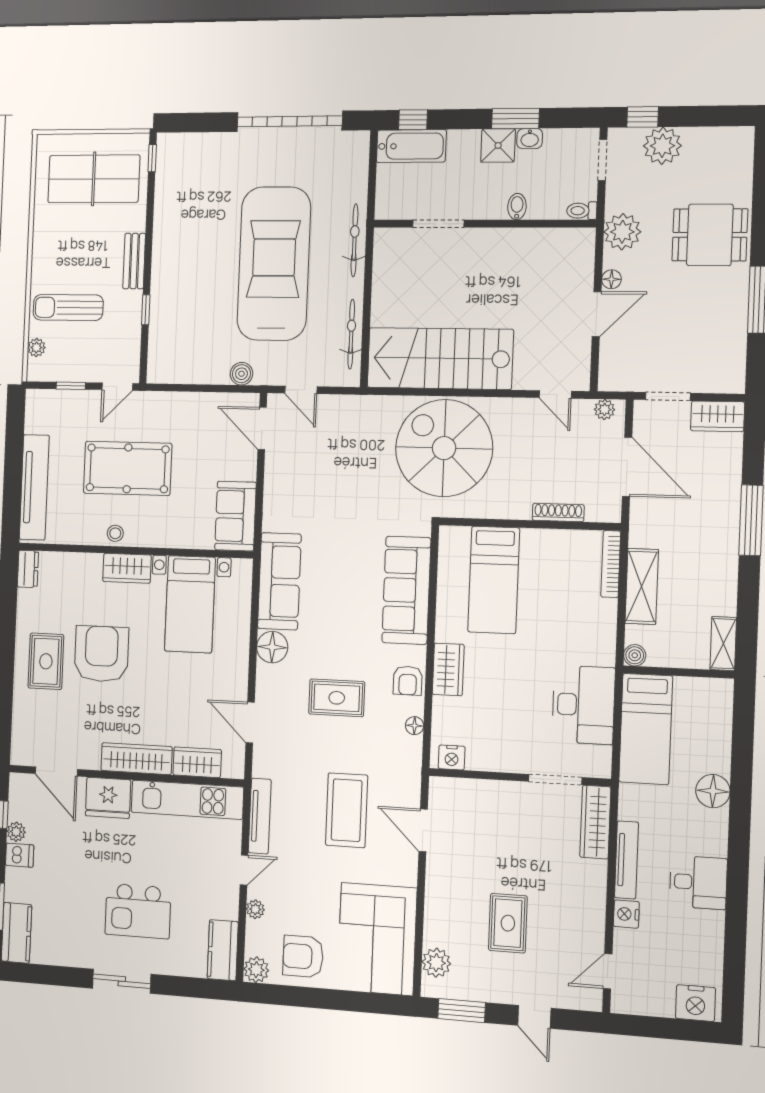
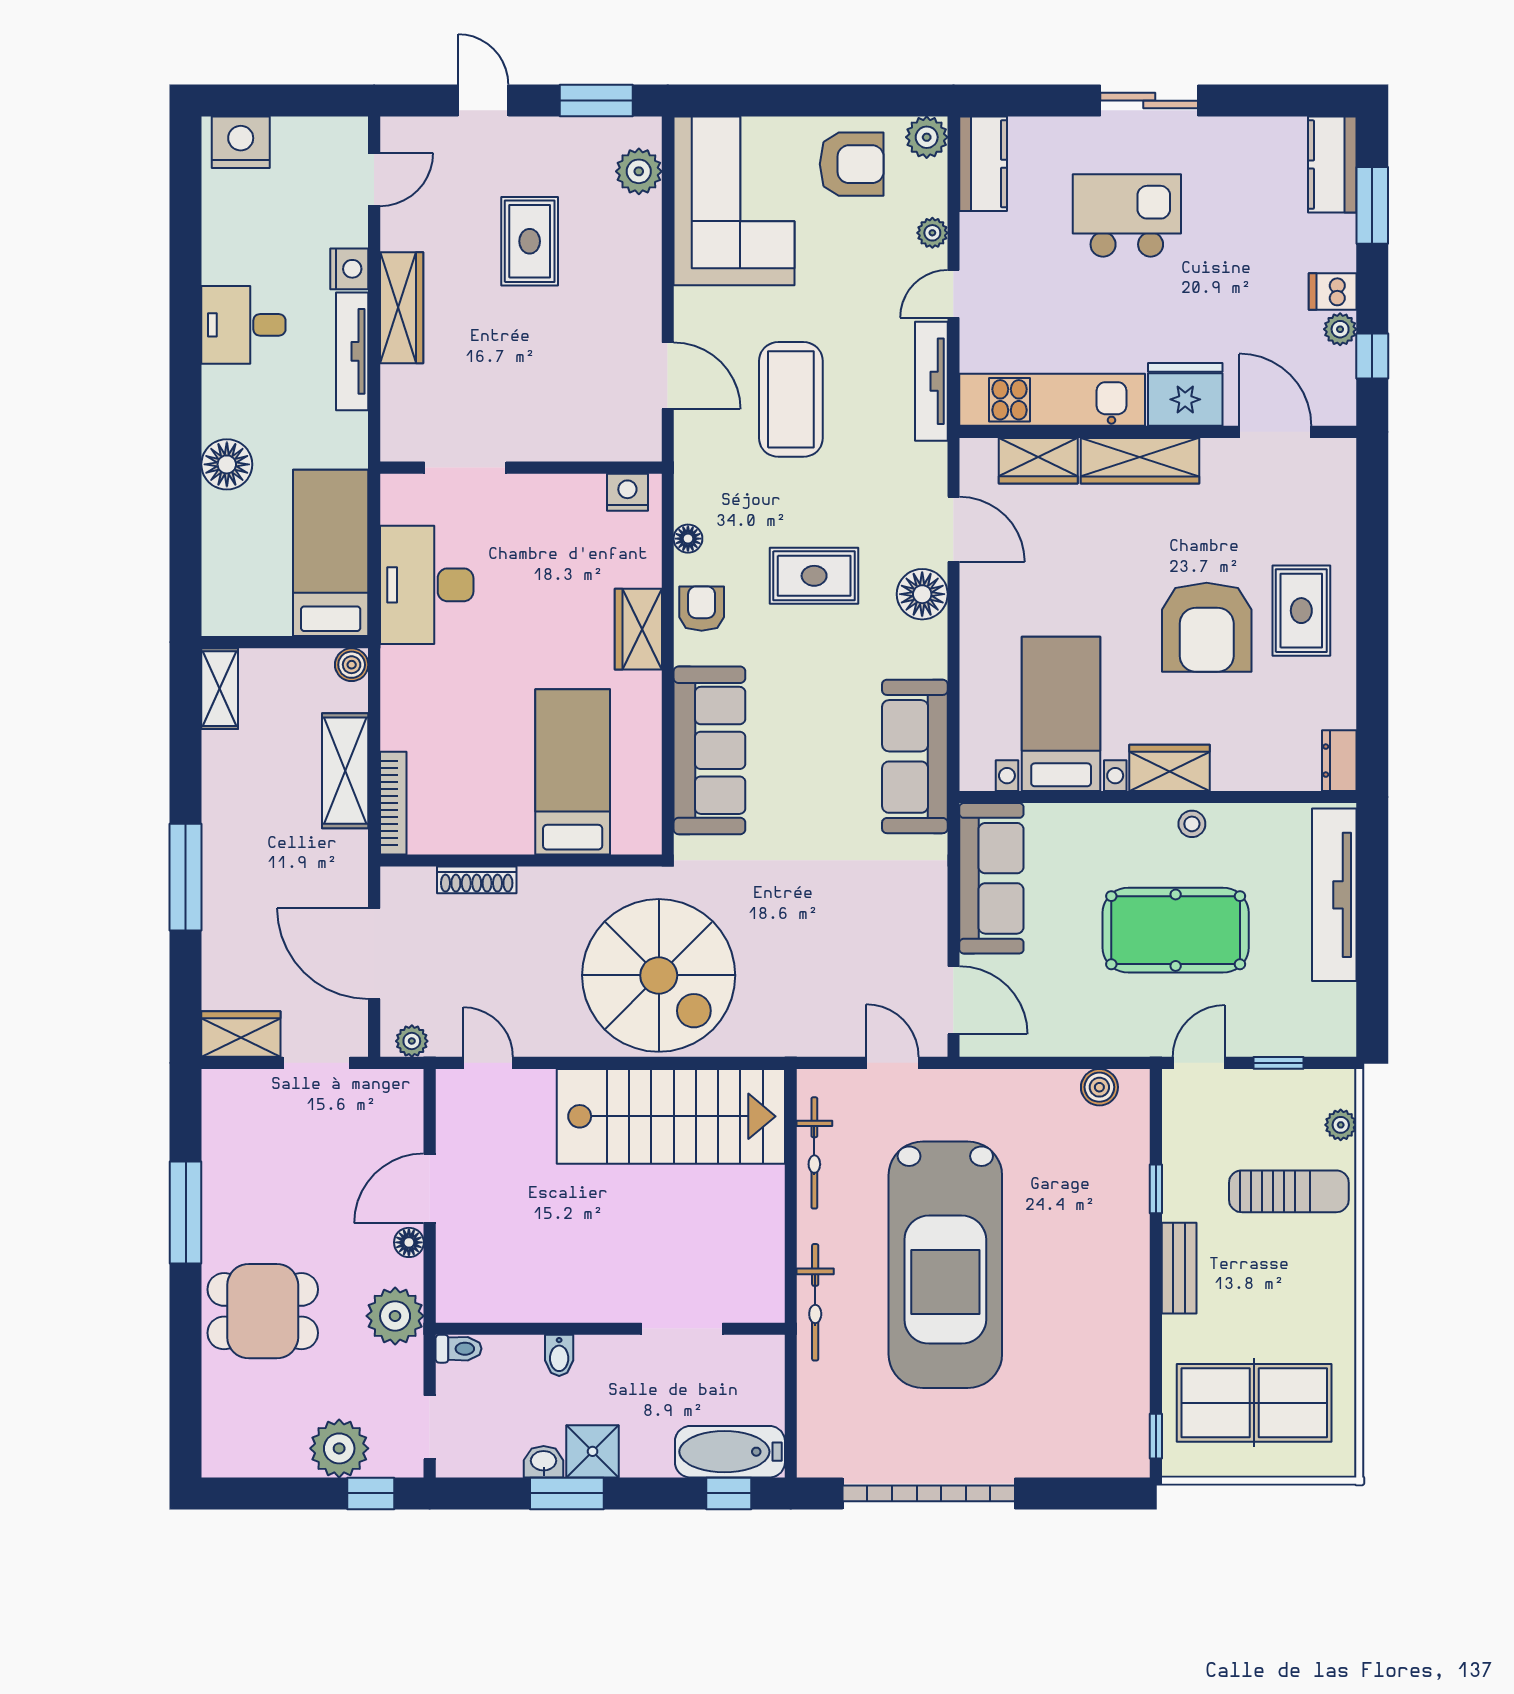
boiler: (241, 374) -> (1099, 1087), moved
sofa: (235, 516) -> (991, 878), width x1.36
floor lamp: (272, 647) -> (922, 594), moved
wardrobe: (595, 822) -> (402, 308), moved

